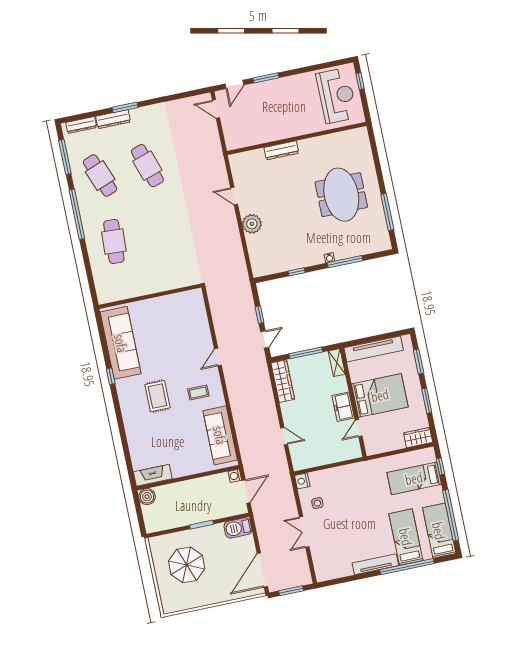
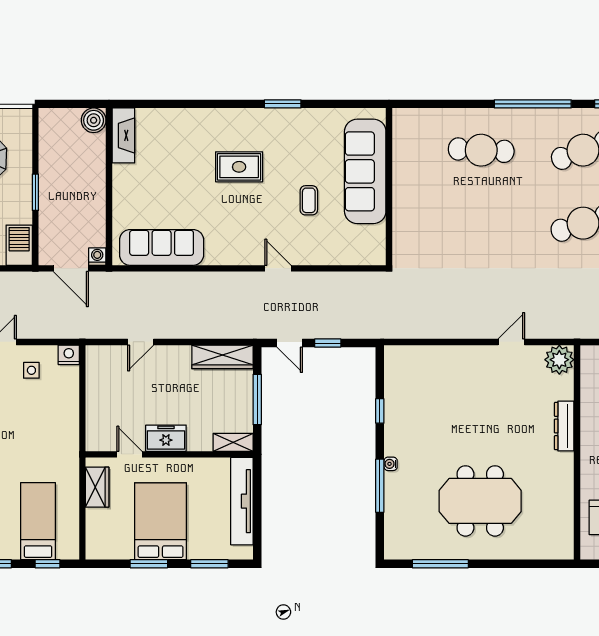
plant: (252, 224) -> (559, 360), moved
sofa: (121, 343) -> (365, 171), moved, turned 90
window: (111, 376) -> (283, 104), width x1.50
coffee table: (198, 393) -> (309, 200), moved
bed: (380, 395) -> (161, 521), moved, turned 180
wardrobe: (418, 438) -> (97, 487), moved

